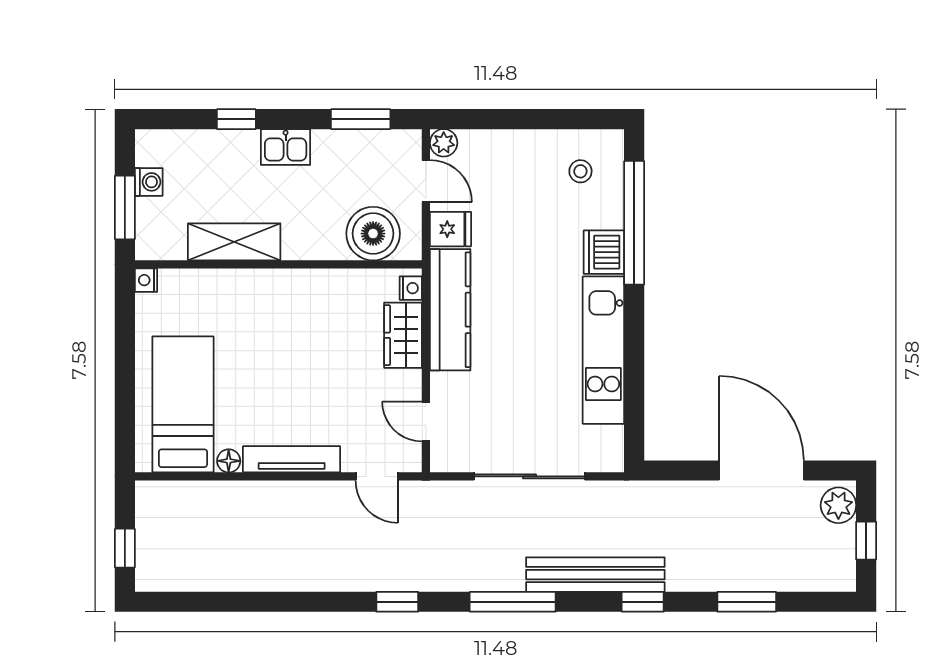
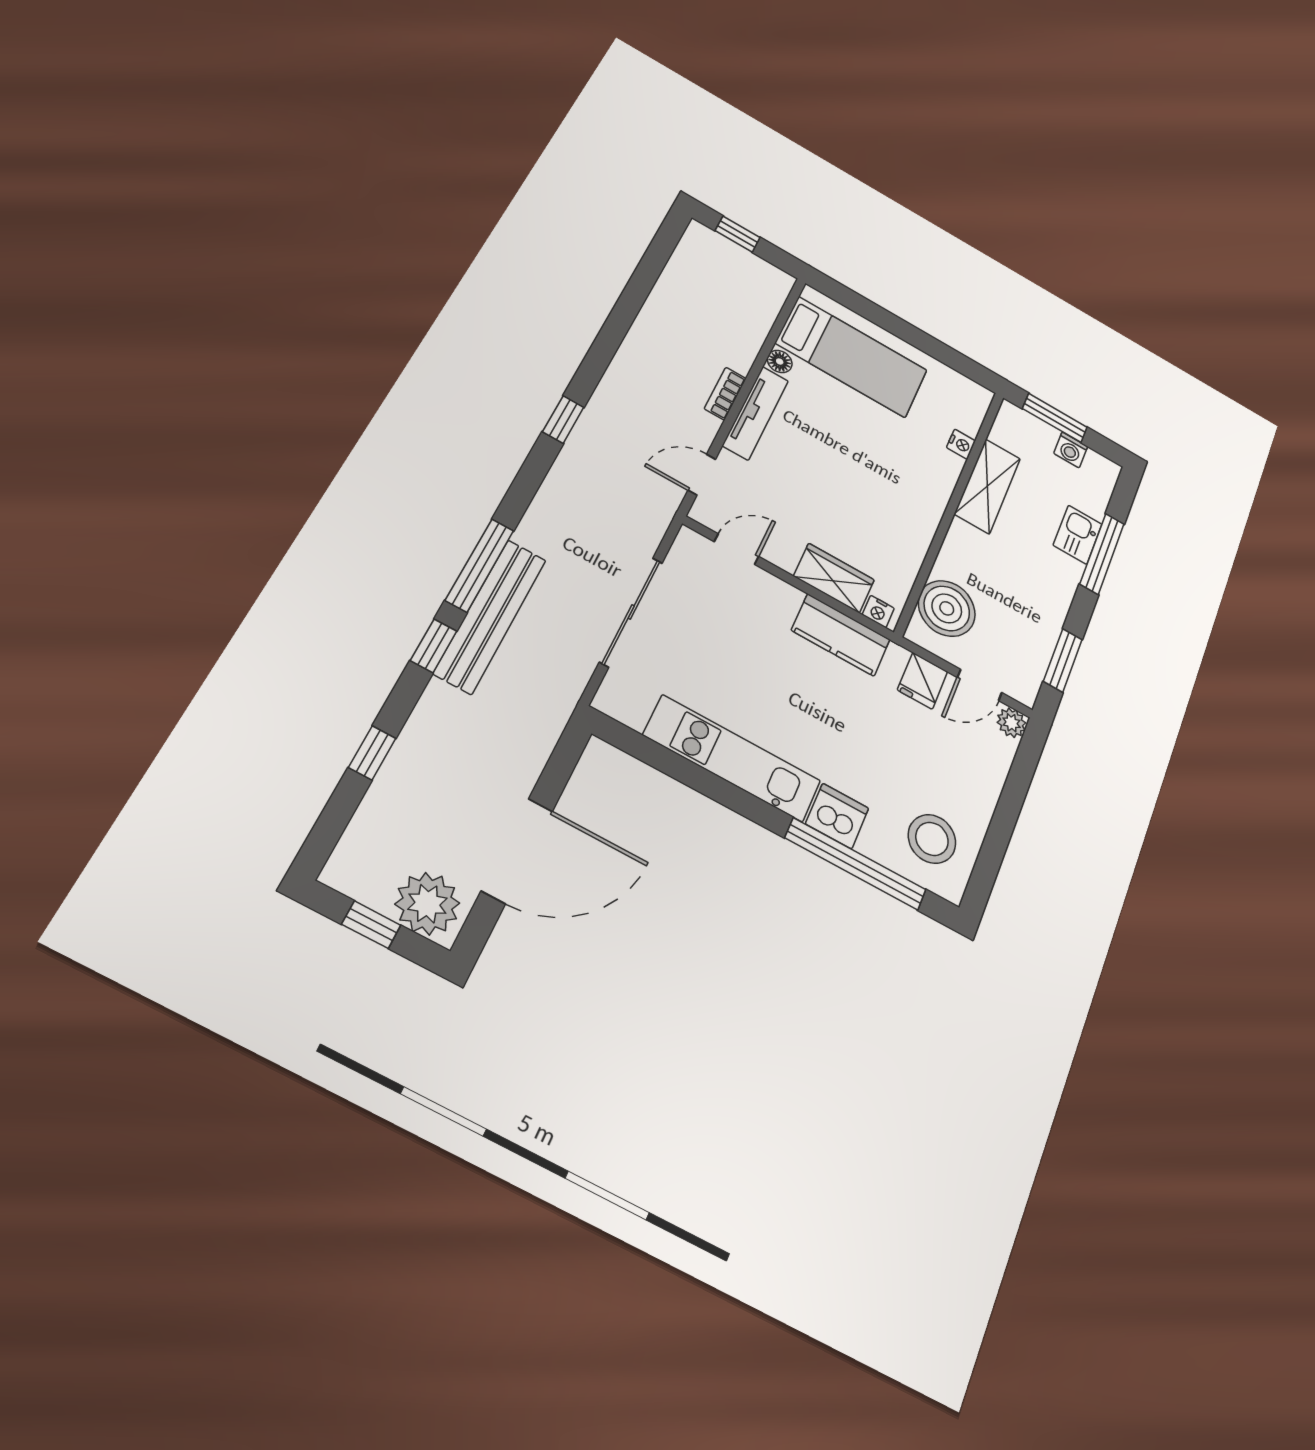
window: (236, 119) -> (1102, 554), width x2.17
kitchen sink: (286, 147) -> (1078, 535), moved
stool: (580, 171) -> (932, 839), width x1.89, depth x1.89
nightstand: (146, 280) -> (961, 444), moved, turned 90
kitchen counter: (450, 310) -> (841, 635), width x0.67
bookcase: (290, 491) -> (725, 394), added
plant: (838, 505) -> (427, 904), width x1.36, depth x1.36
window: (513, 602) -> (480, 565), moved
window: (747, 602) -> (372, 753), width x0.67

